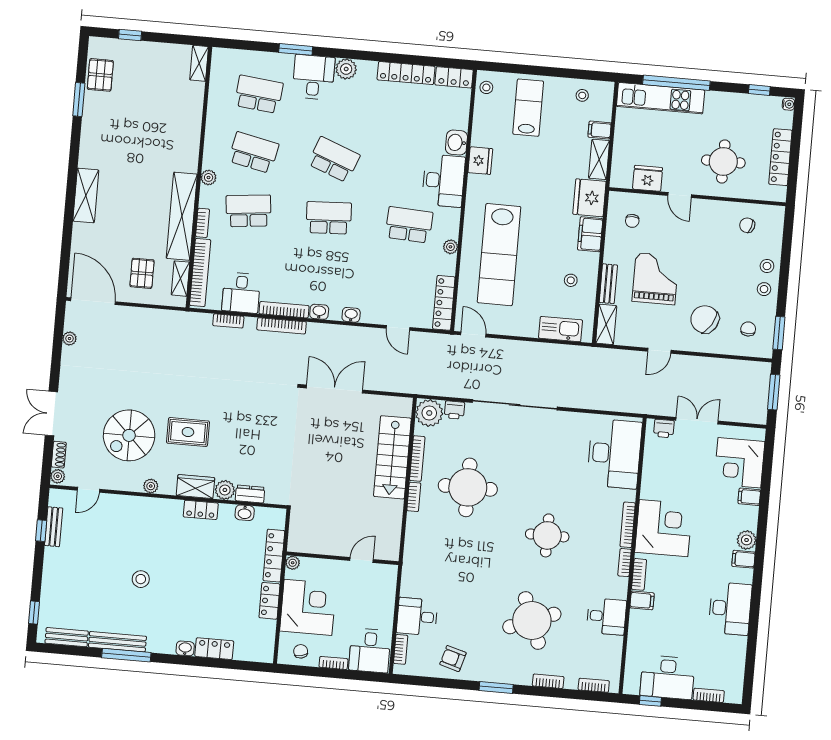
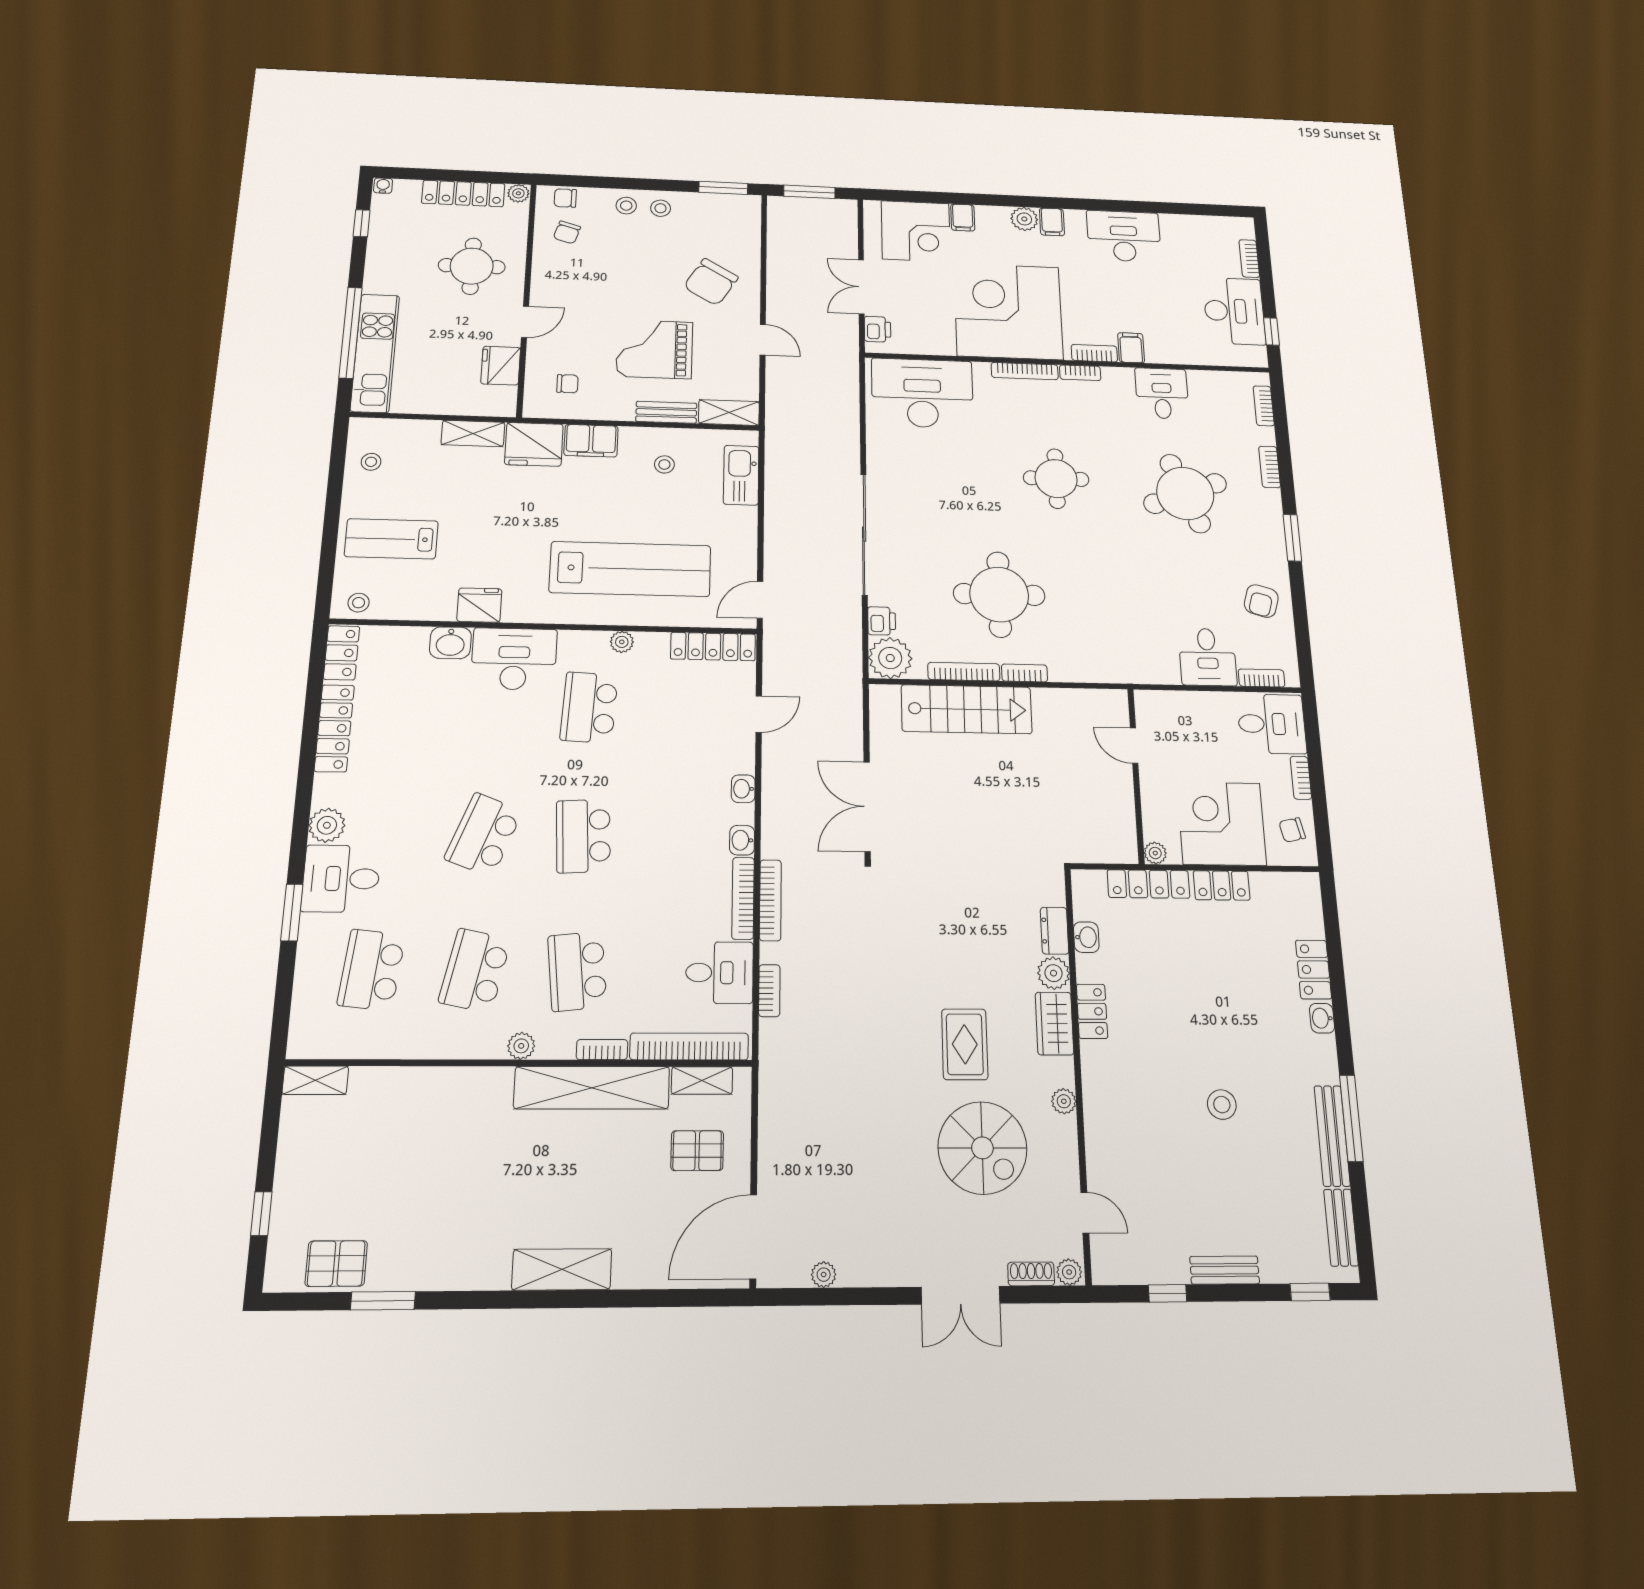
filing cabinet: (600, 130) -> (426, 435), removed
plant: (779, 194) -> (518, 193), added
chair: (748, 329) -> (565, 198), moved
bench: (54, 527) -> (1225, 1270), moved
corner desk: (664, 528) -> (1008, 311), width x1.36, depth x1.36

